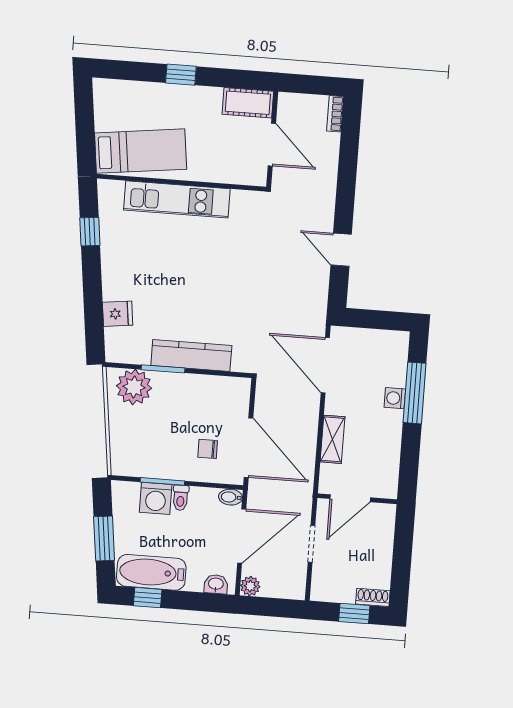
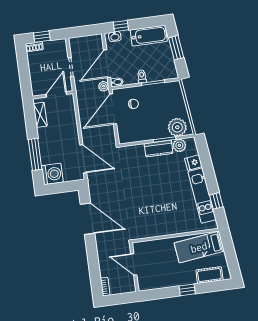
cot: (248, 103) -> (209, 275), moved
kitchen unit: (177, 199) -> (202, 196), moved, turned -97
door: (341, 250) -> (87, 219), width x1.88
plant: (137, 352) -> (179, 145), added
kitchen counter: (191, 355) -> (159, 148), width x0.67
washing machine: (395, 398) -> (52, 174), moved, width x1.89, depth x1.89
shelving: (332, 439) -> (40, 115), moved
door: (249, 448) -> (113, 109), hinge flipped
washing machine: (156, 498) -> (154, 73), removed
plant: (250, 586) -> (104, 86), moved
window: (148, 598) -> (121, 26), moved

